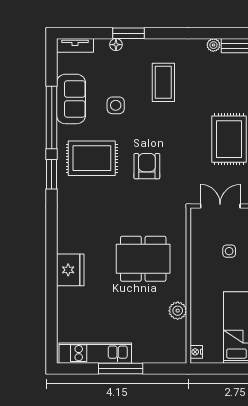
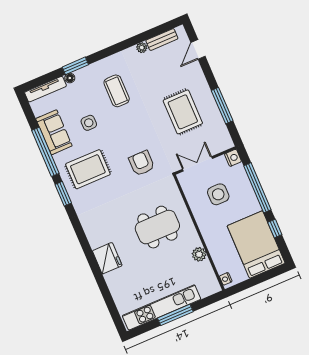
tv unit: (75, 45) -> (45, 89), width x1.41
armchair: (147, 166) -> (142, 163), moved
side table: (229, 251) -> (218, 194), width x1.87, depth x1.87
kitchen unit: (95, 353) -> (162, 307), width x1.36

